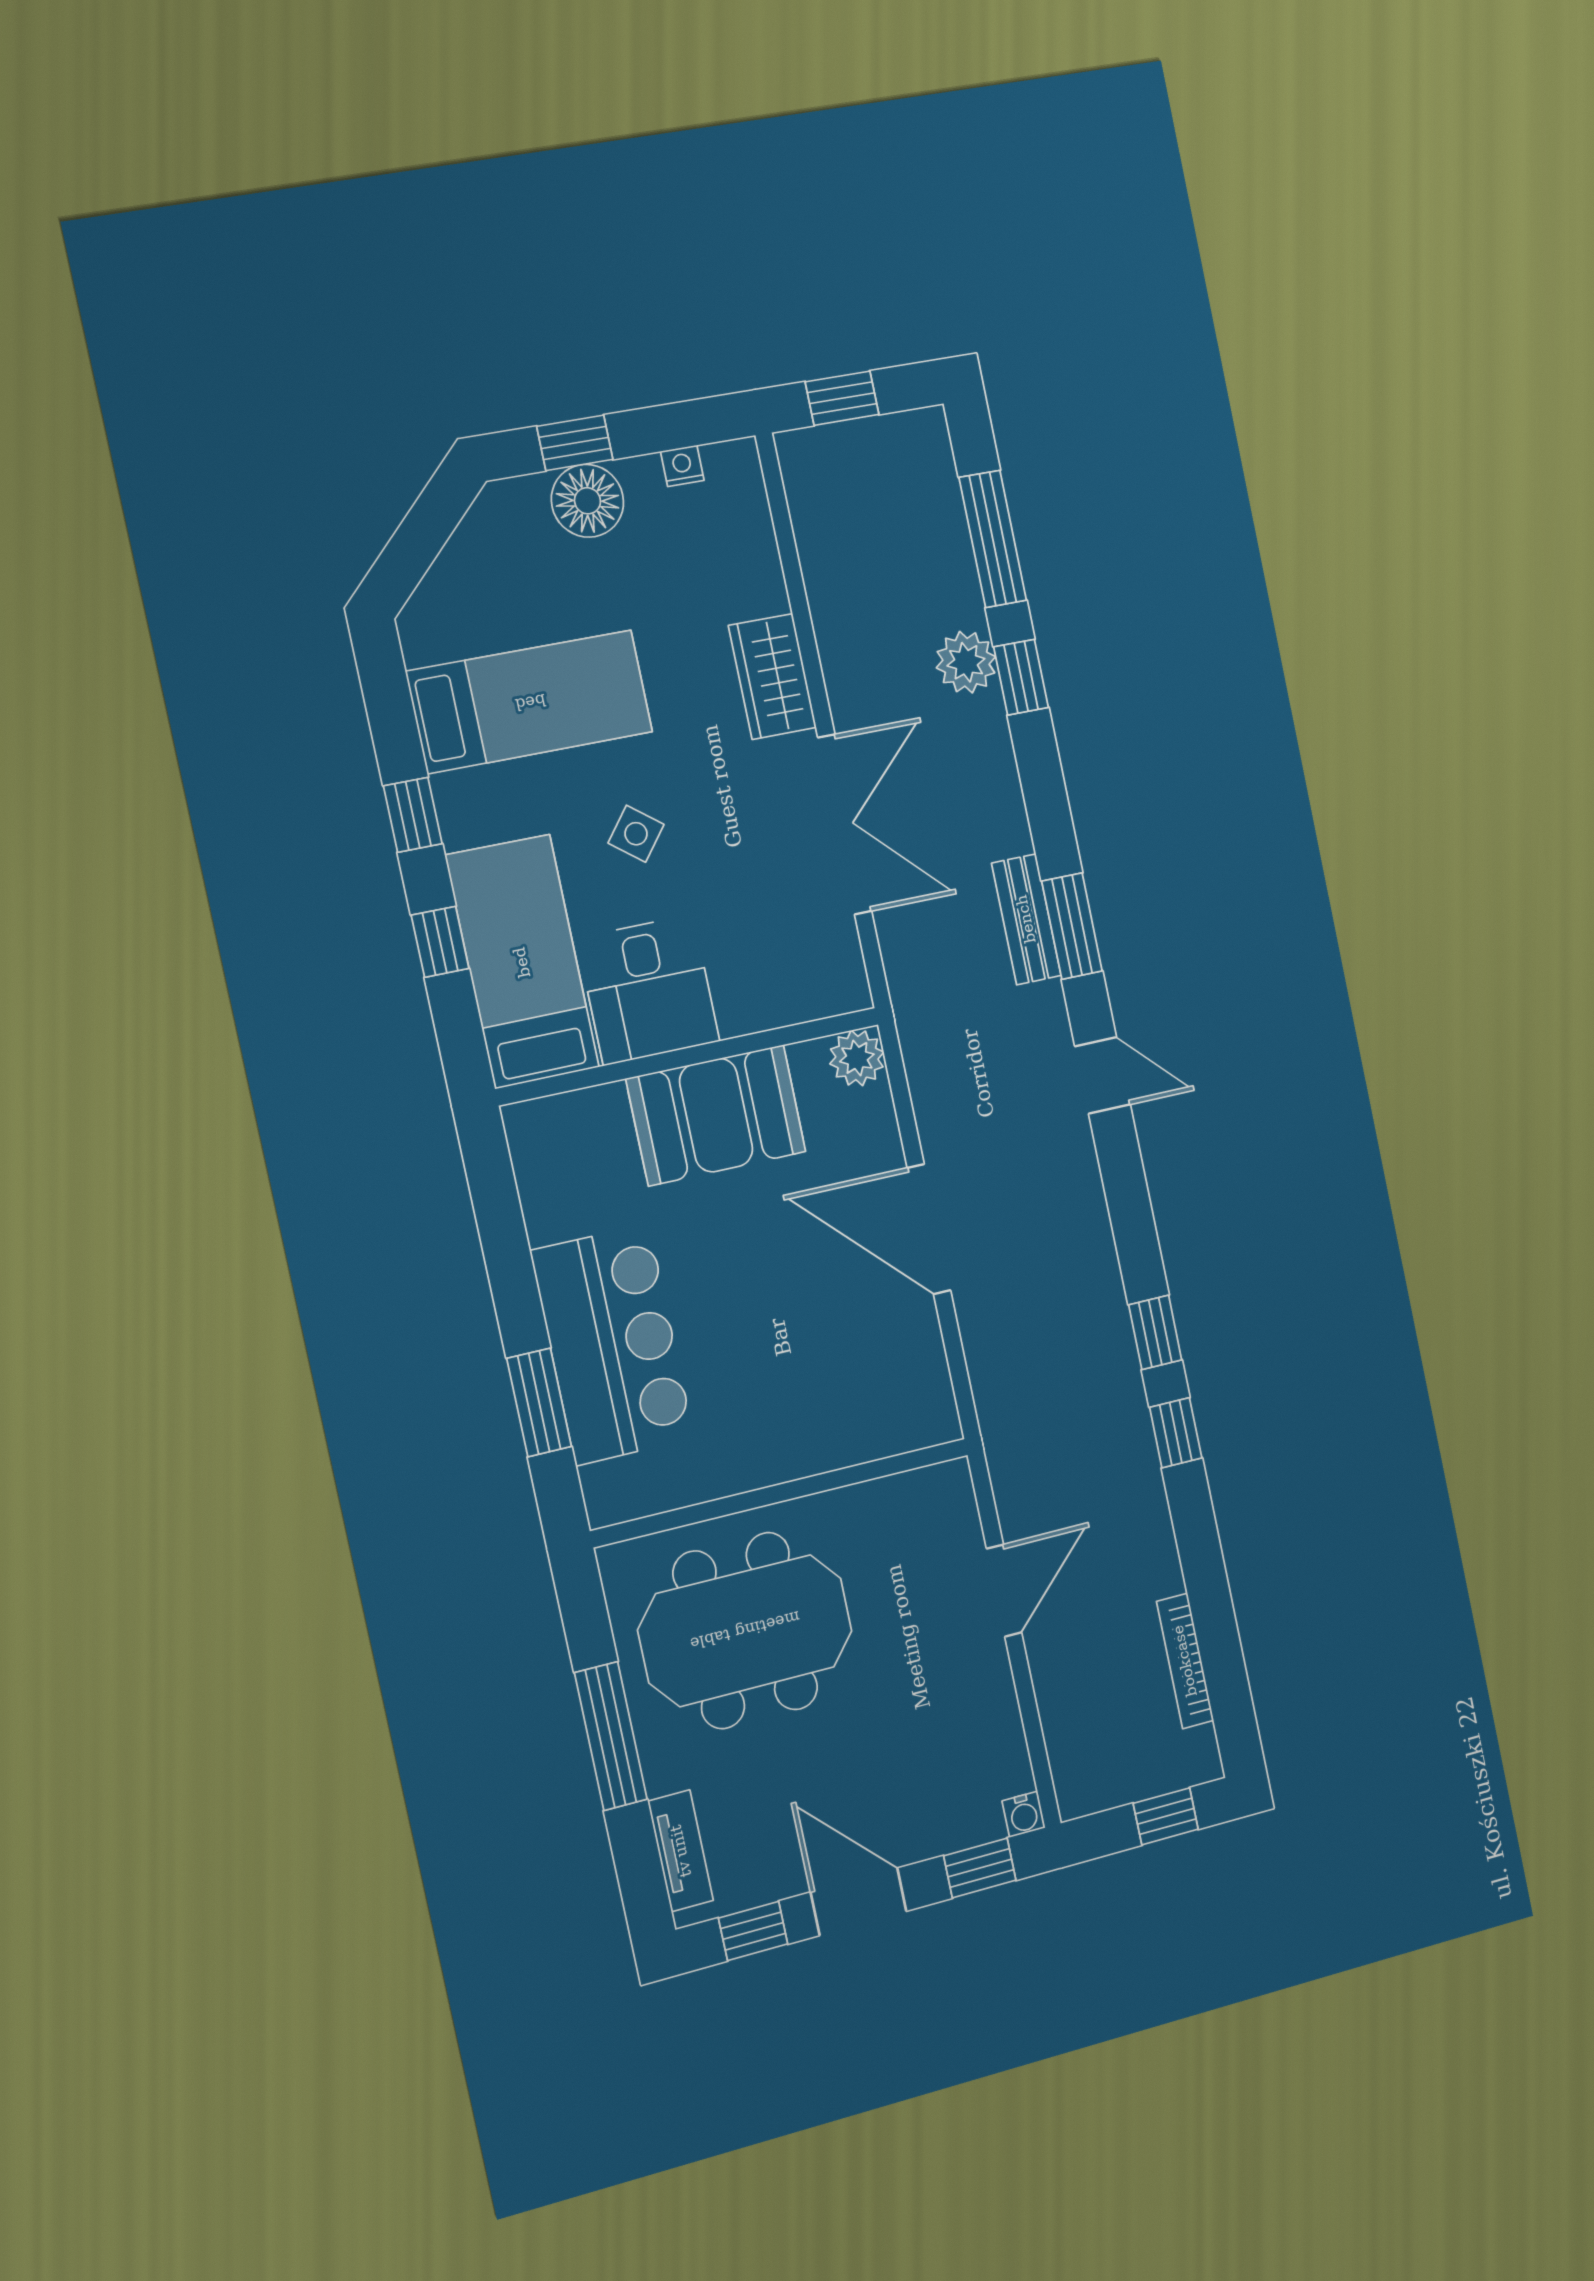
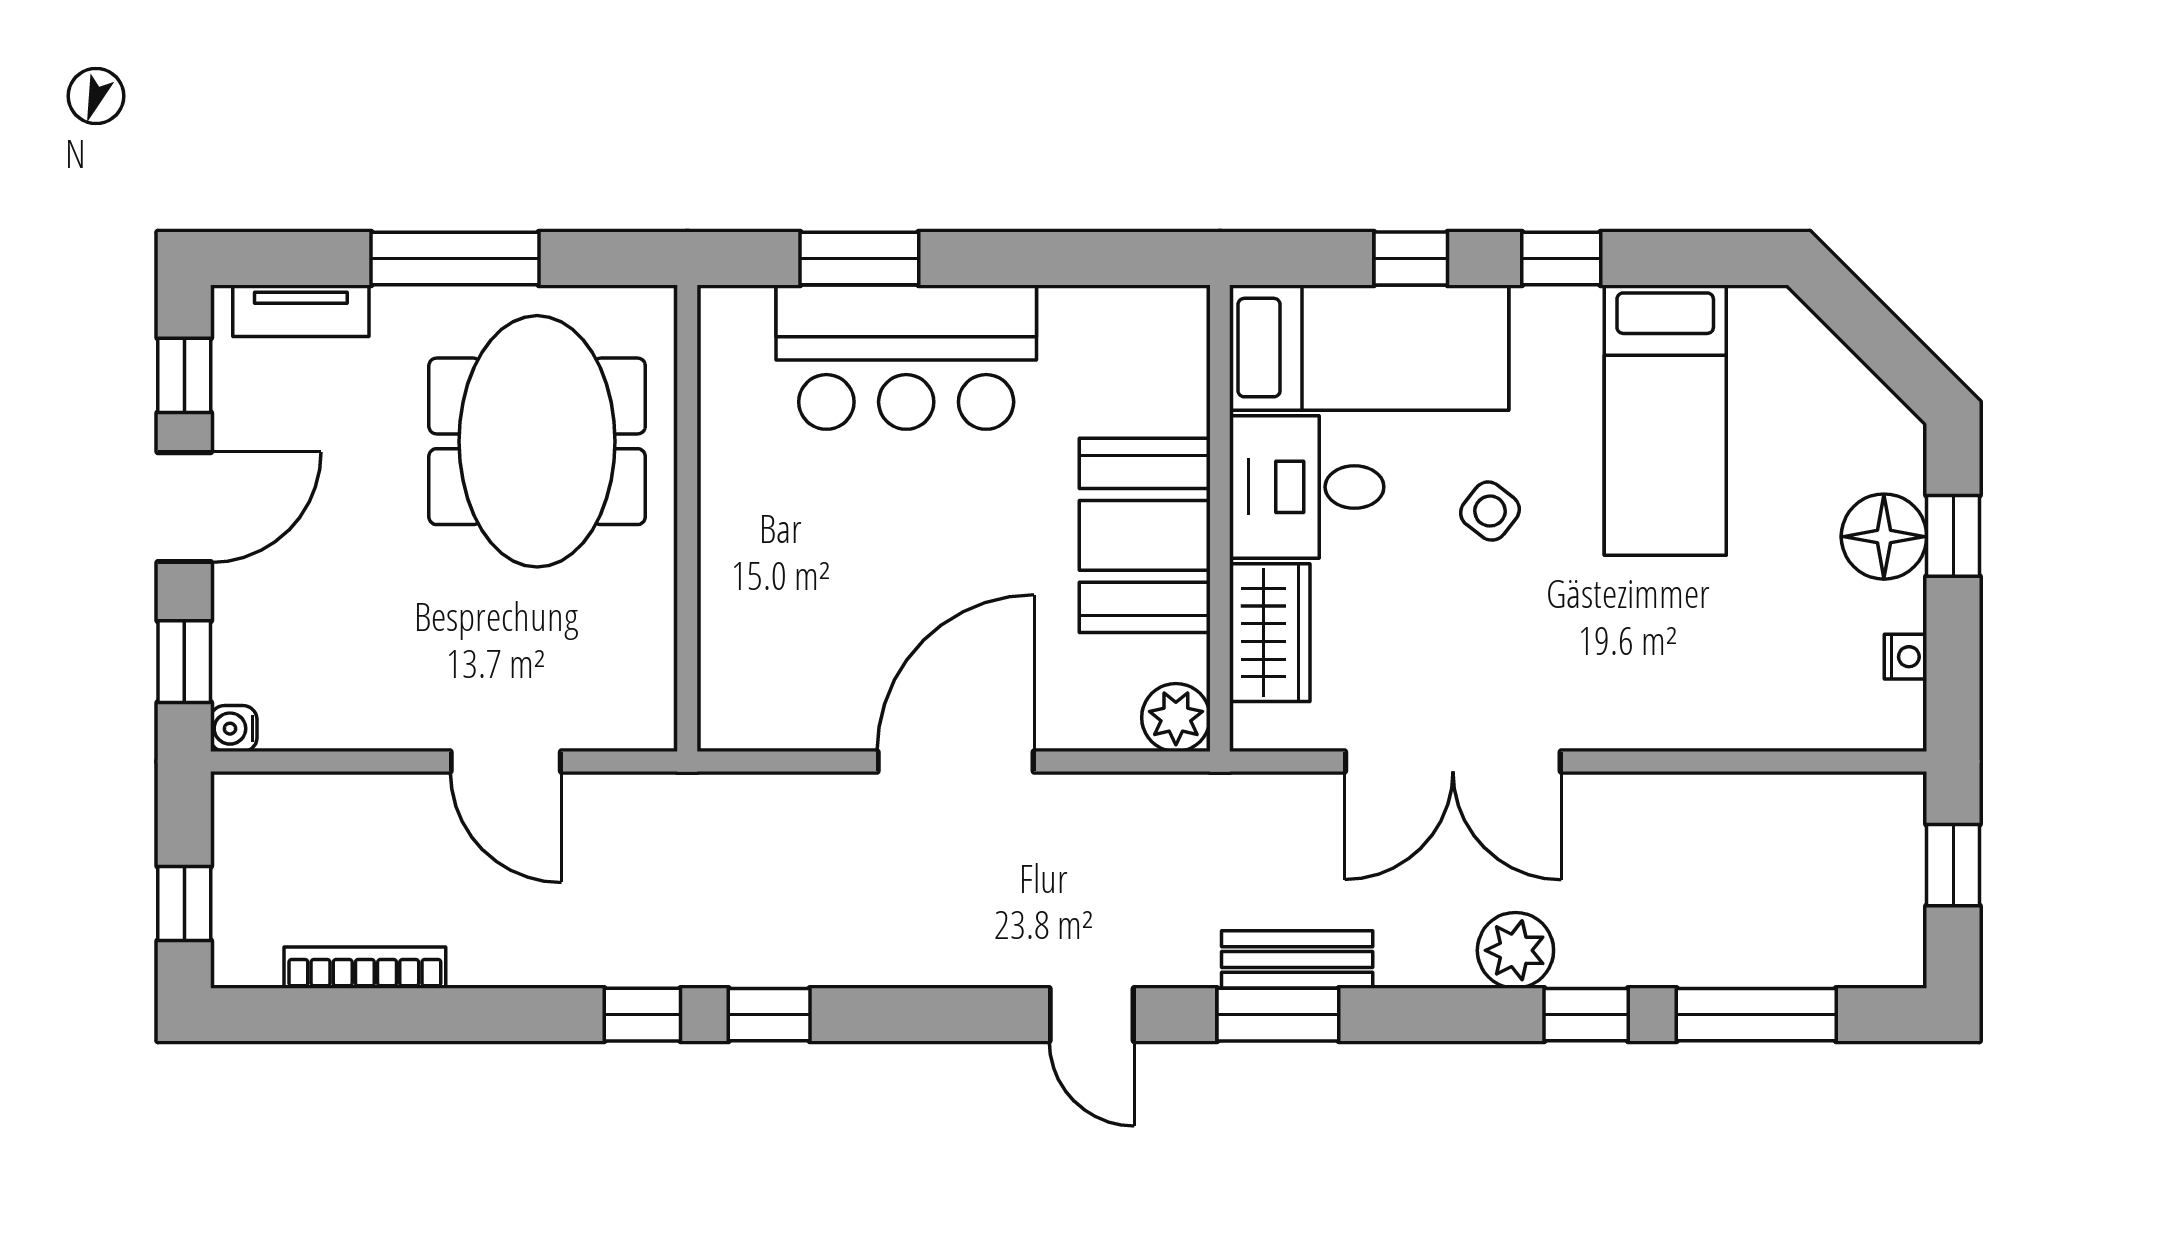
plant: (966, 662) -> (1515, 950), moved
wardrobe: (772, 676) -> (1270, 633), moved, turned 90
door: (1103, 1075) -> (1092, 1015), hinge flipped

